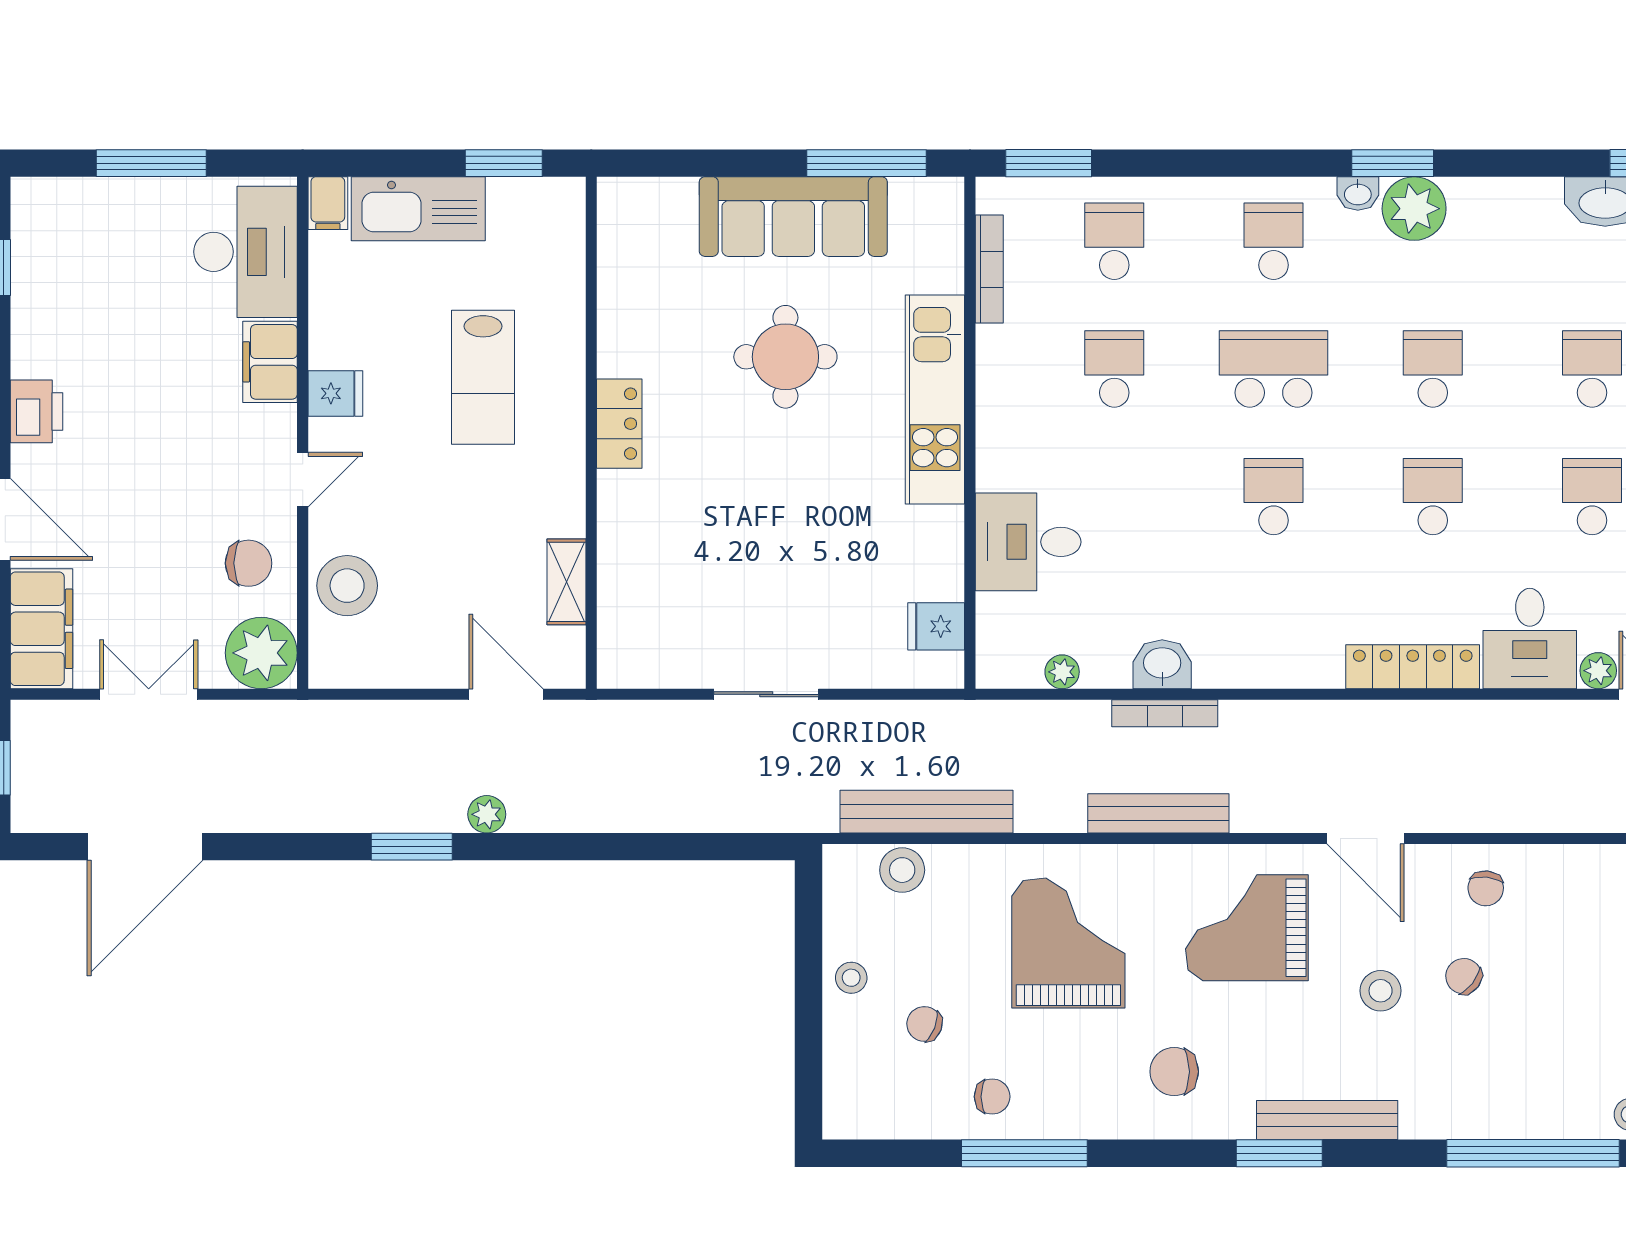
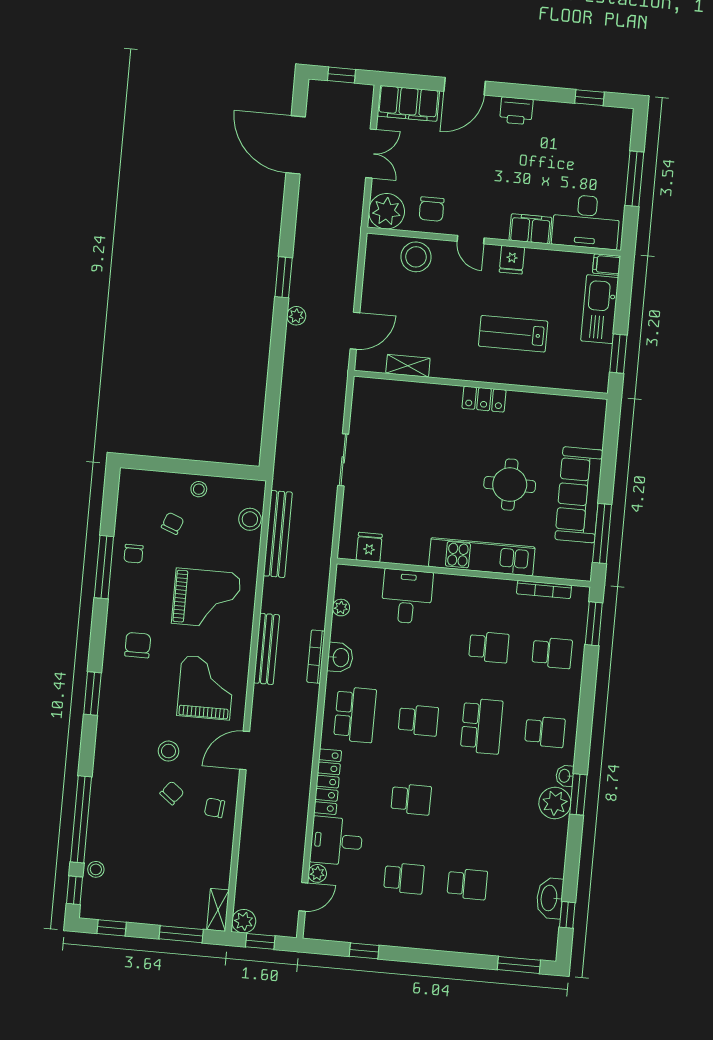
school desk: (1433, 369) -> (355, 715), moved, width x1.85
bench: (1327, 1120) -> (107, 719), removed

